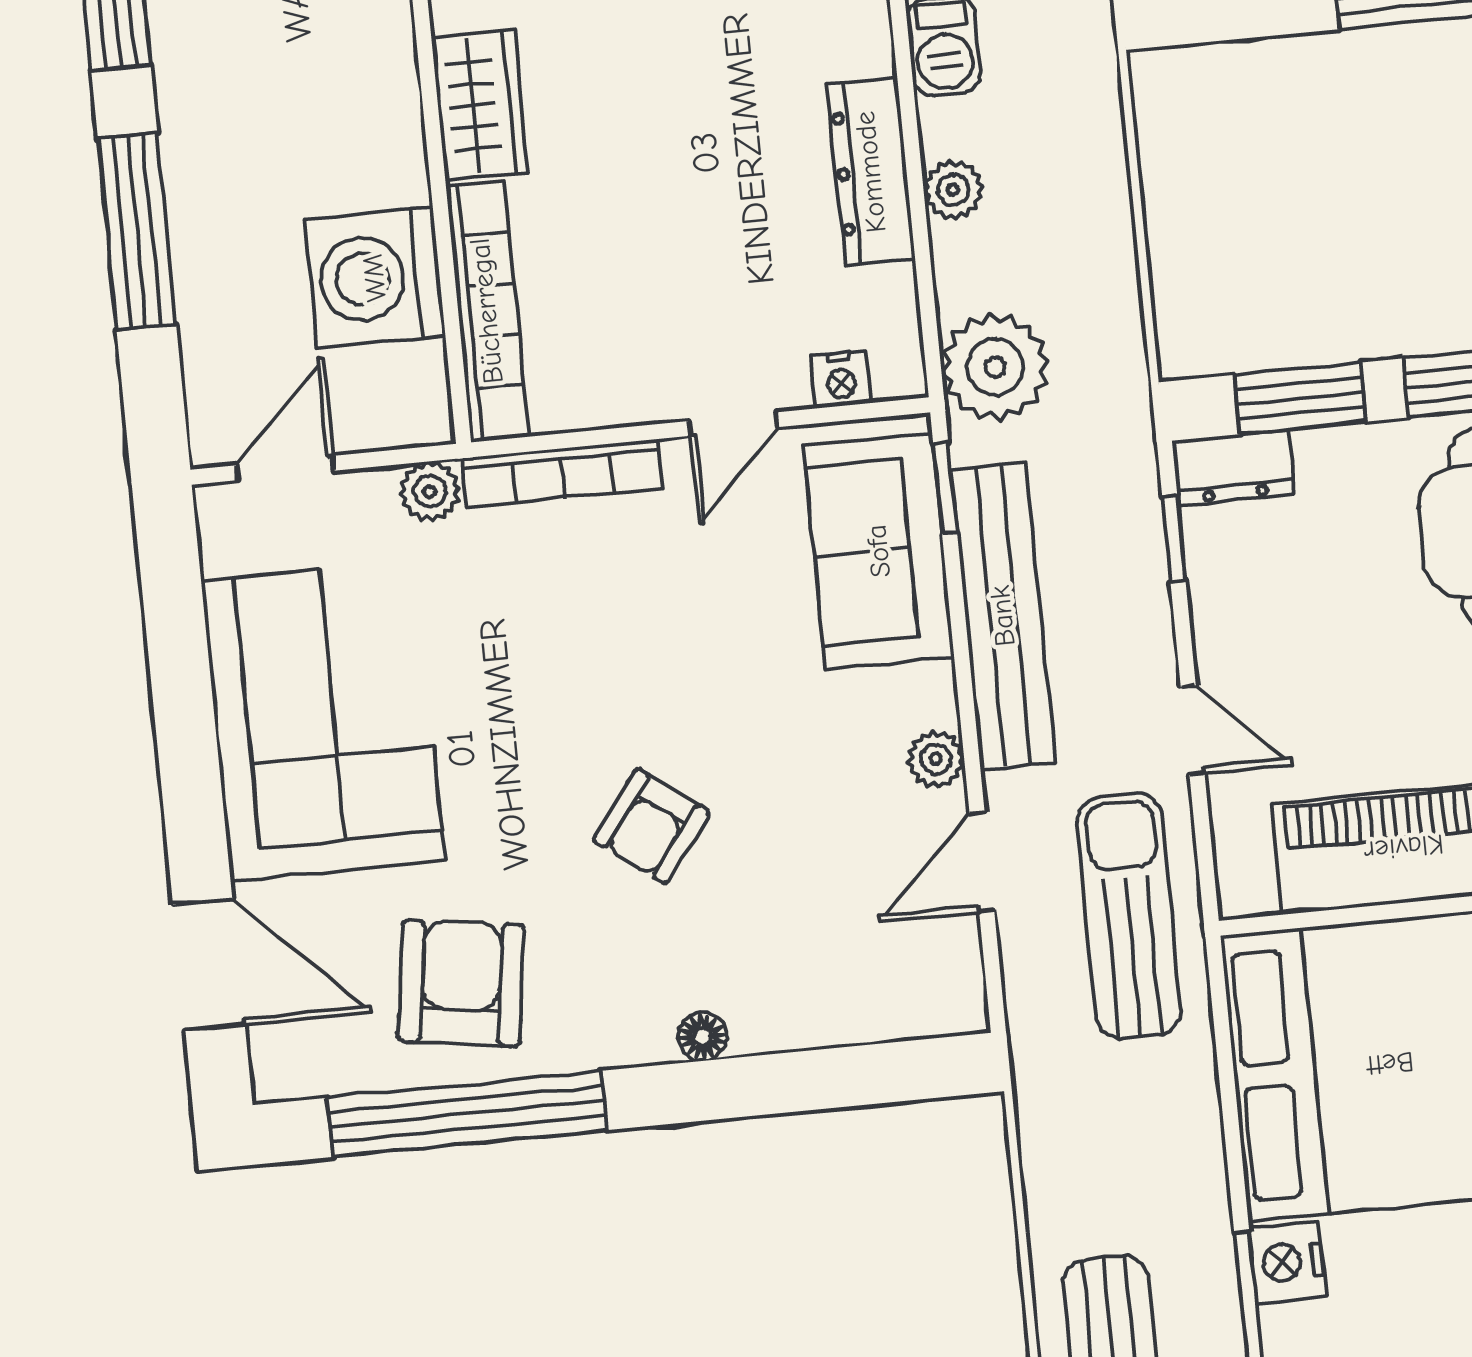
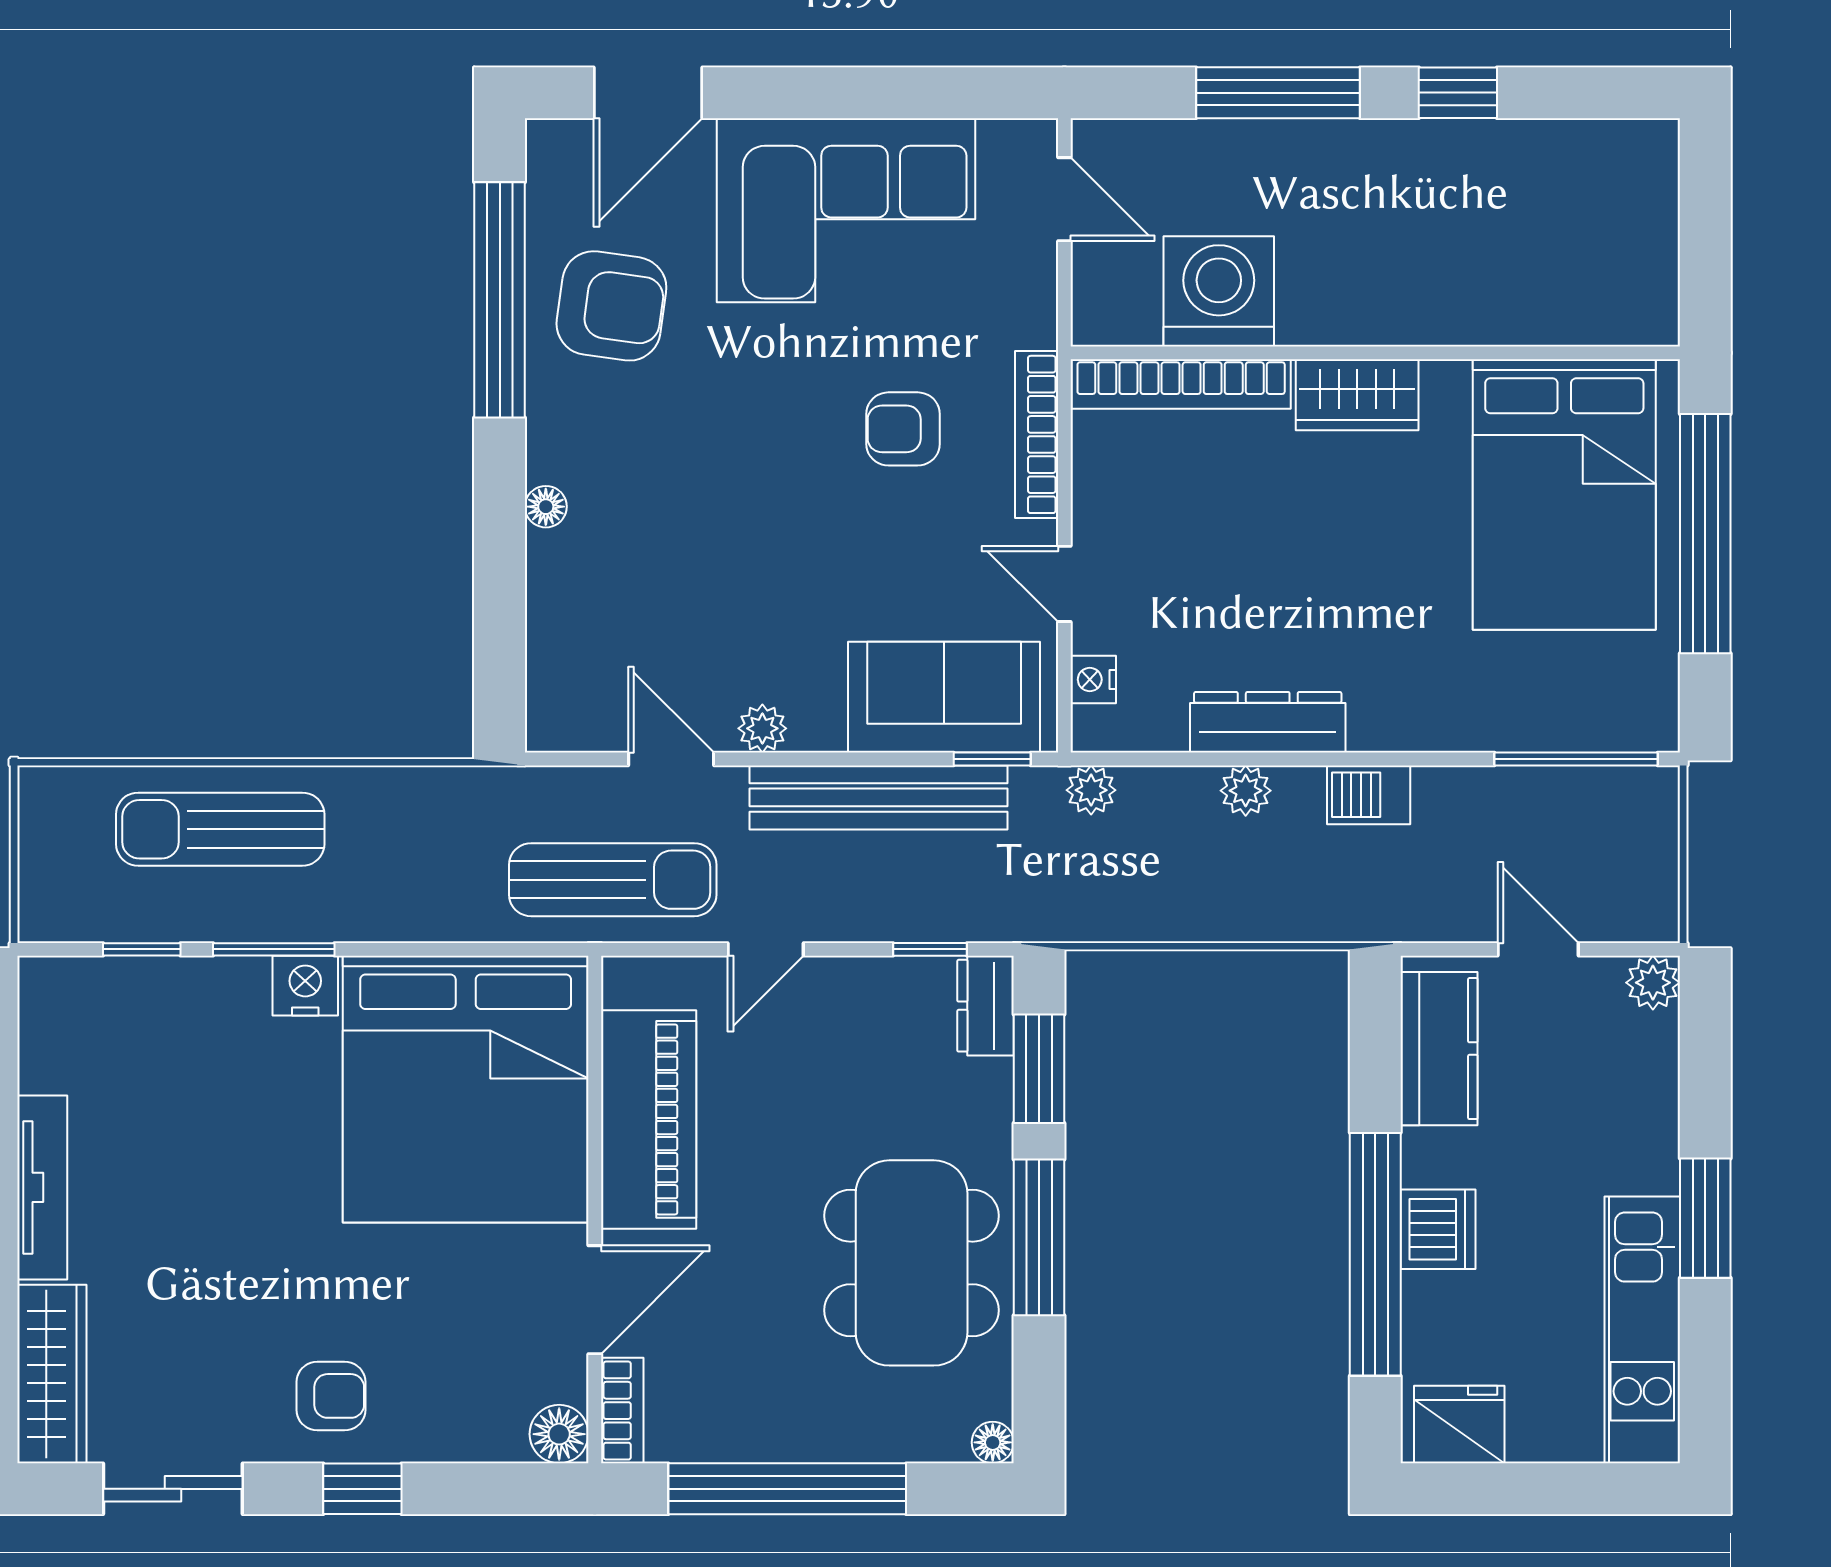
plant: (995, 367) -> (1091, 790), width x0.53, depth x0.53
plant: (430, 491) -> (1032, 320), removed
armchair: (651, 826) -> (903, 429), moved, turned -37

